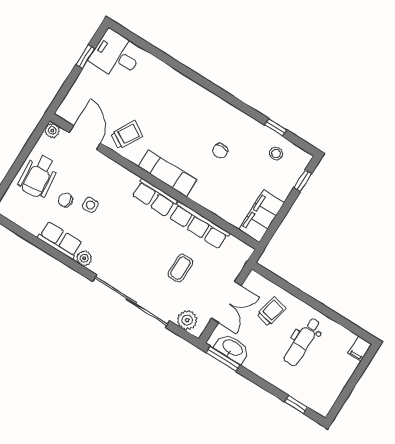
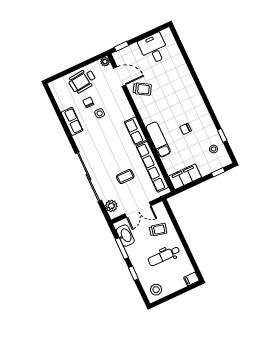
desk: (116, 55) -> (154, 49), moved
window: (85, 57) -> (122, 46), moved
door: (85, 138) -> (120, 77), hinge flipped
exam couch: (167, 173) -> (158, 140), moved
row of seats: (199, 225) -> (152, 167), width x1.36
plant: (84, 258) -> (79, 139), removed
window: (223, 359) -> (122, 248), moved
stool: (321, 394) -> (156, 290), added
window: (296, 404) -> (133, 273), moved

